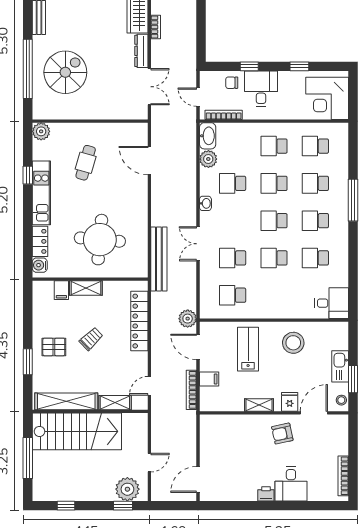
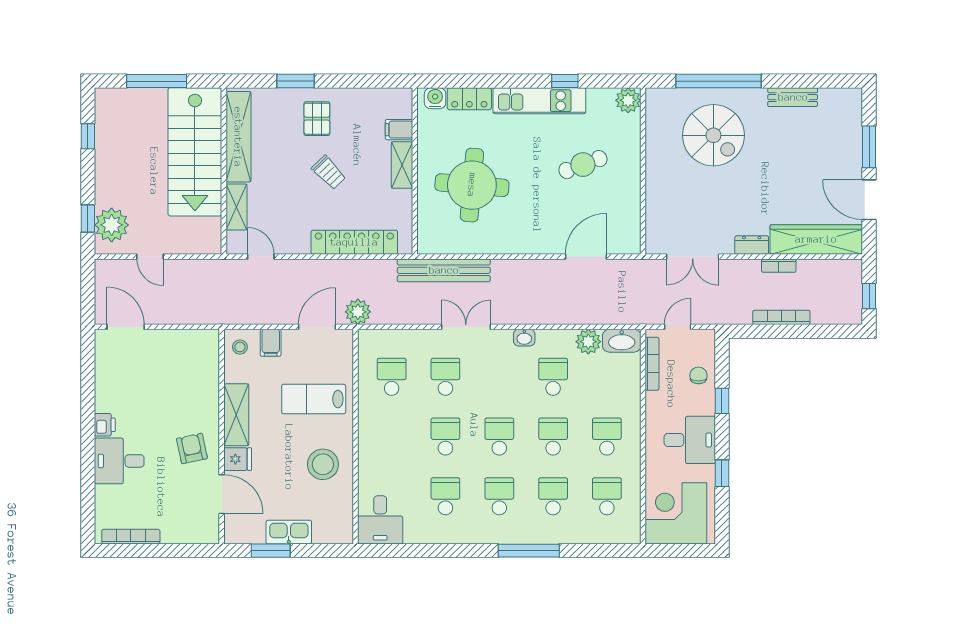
dresser: (141, 51) -> (752, 245), width x0.70
desk: (261, 89) -> (690, 440), moved
cafe table: (86, 163) -> (583, 165), turned -36
lab bench: (248, 349) -> (314, 399), turned 180
bookcase: (191, 390) -> (781, 317), moved
stool: (341, 400) -> (240, 347), moved
shelving: (259, 405) -> (236, 415), width x1.50, depth x1.33

